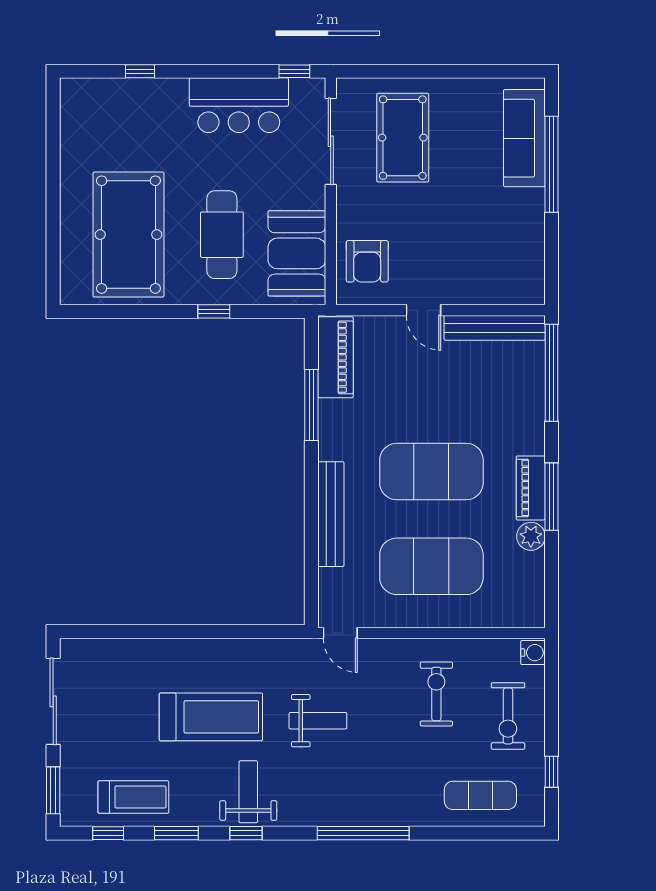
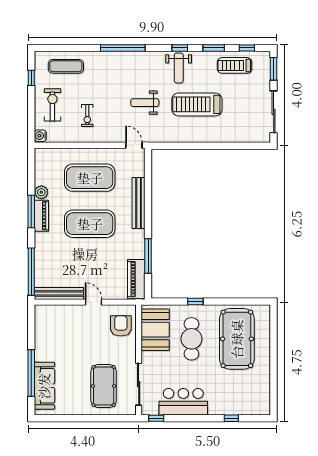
exercise bike: (436, 694) -> (87, 116), width x0.73, depth x0.72

